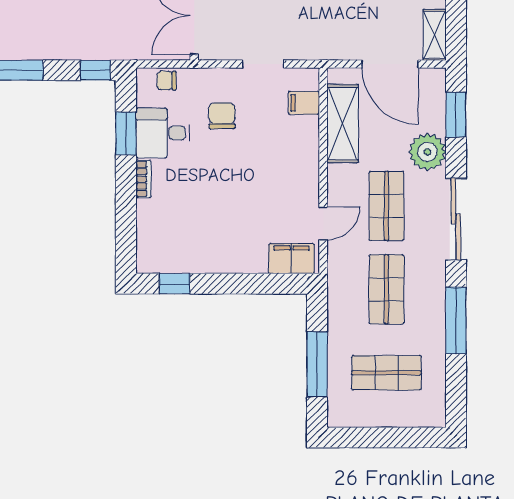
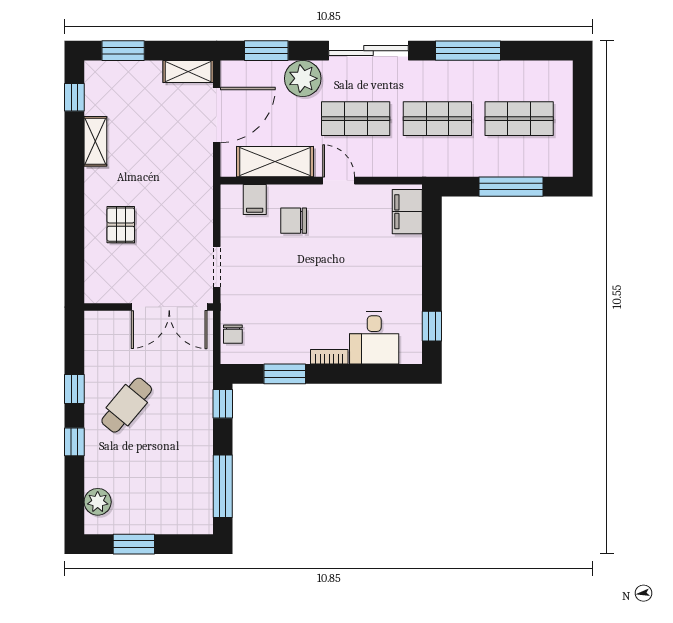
doorway: (263, 64) -> (217, 267), moved
chair: (222, 116) -> (294, 221), moved
desk: (163, 133) -> (374, 338), moved
door: (323, 223) -> (339, 181), moved
shop shelf: (386, 373) -> (519, 119), turned 90

